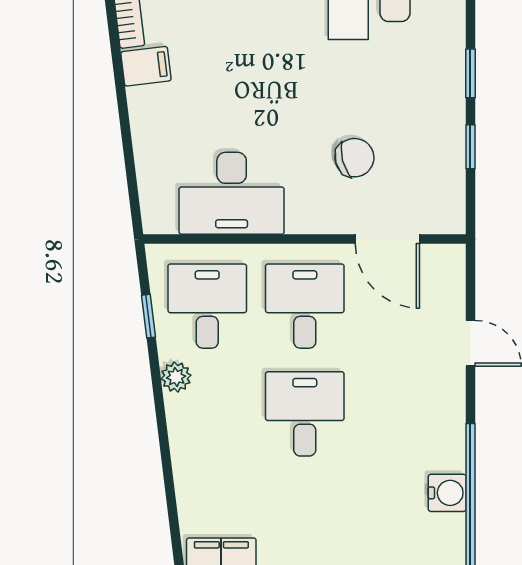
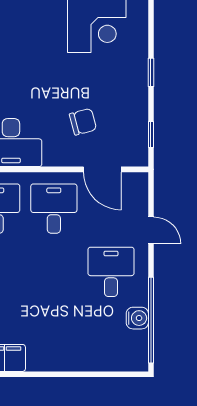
window: (470, 147) -> (151, 134), moved
desk: (305, 414) -> (111, 272), moved

